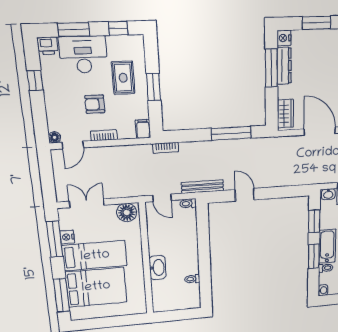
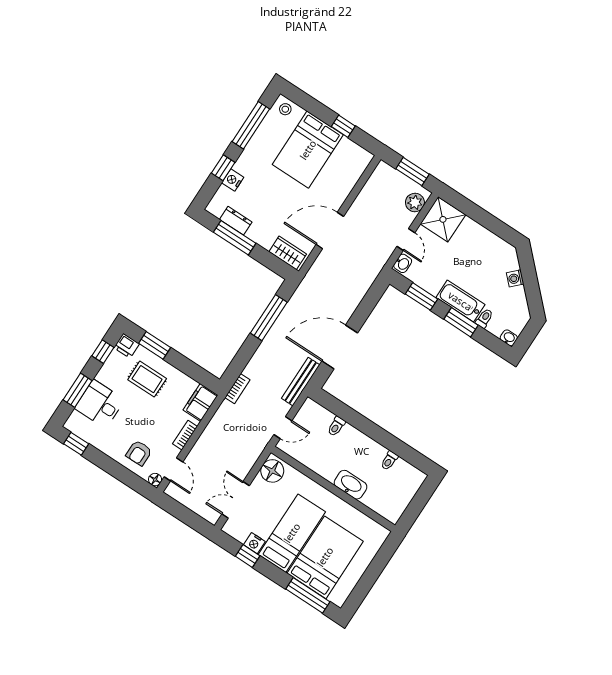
window: (317, 23) -> (223, 168), width x0.67
nightstand: (284, 38) -> (233, 180), moved, turned 90
printer: (48, 46) -> (127, 346), moved, turned 90
desk: (83, 55) -> (100, 404), width x0.73
dresser: (284, 66) -> (236, 221), width x0.70
window: (35, 80) -> (76, 444), moved
window: (154, 87) -> (155, 345), moved
armchair: (95, 104) -> (139, 453), moved
filing cabinet: (143, 129) -> (200, 403), width x2.00
door: (245, 195) -> (340, 347), width x1.88
toilet: (188, 203) -> (336, 426), moved
window: (55, 239) -> (248, 556), width x0.46

